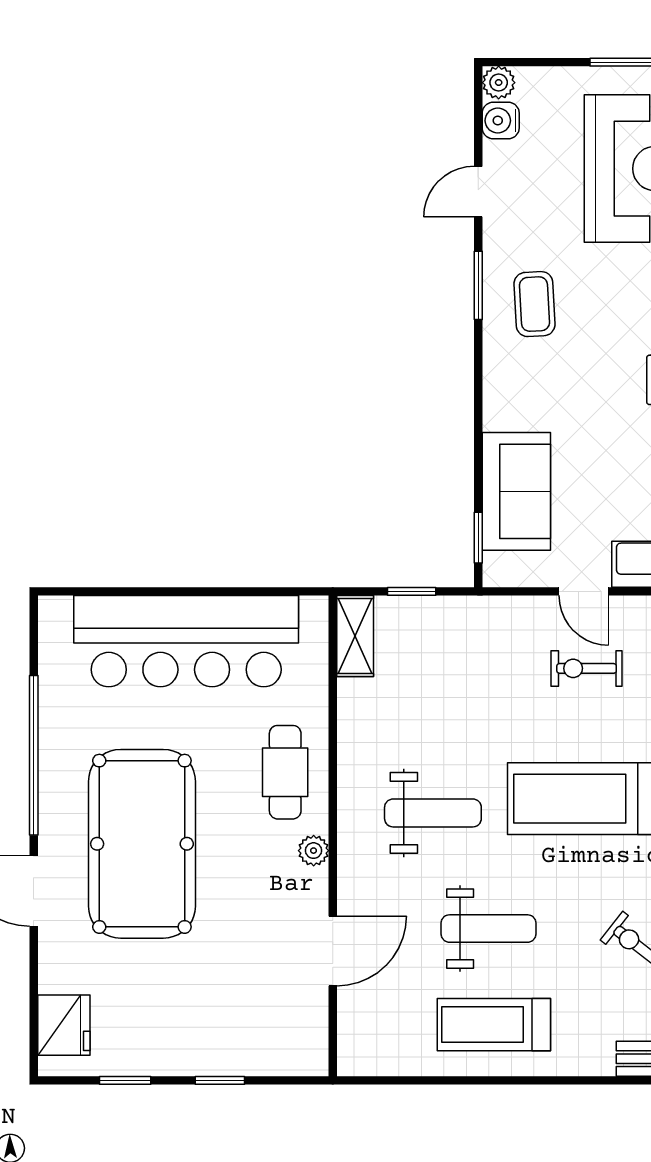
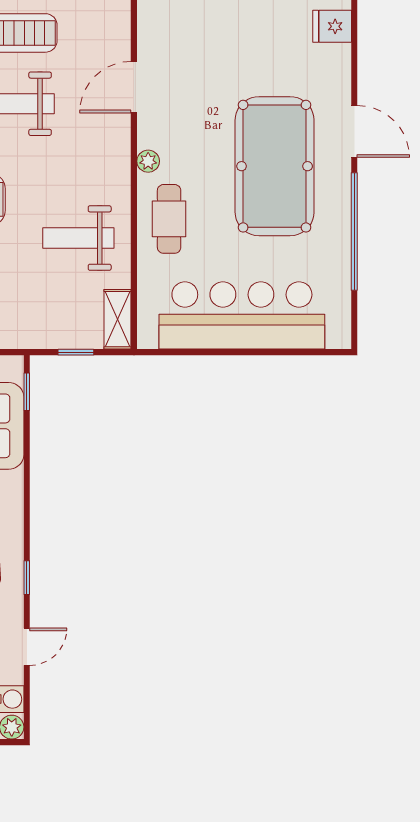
window: (478, 285) -> (27, 578), width x0.67
weight bench: (433, 813) -> (78, 238), moved
fridge: (64, 1025) -> (332, 26), width x0.72

